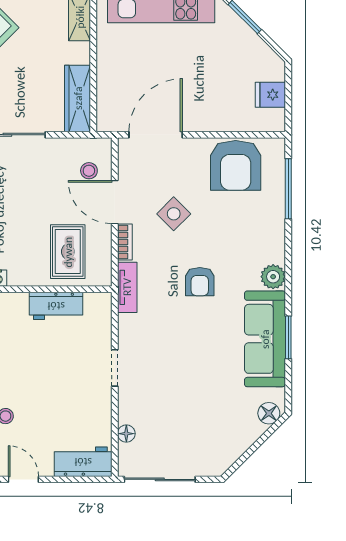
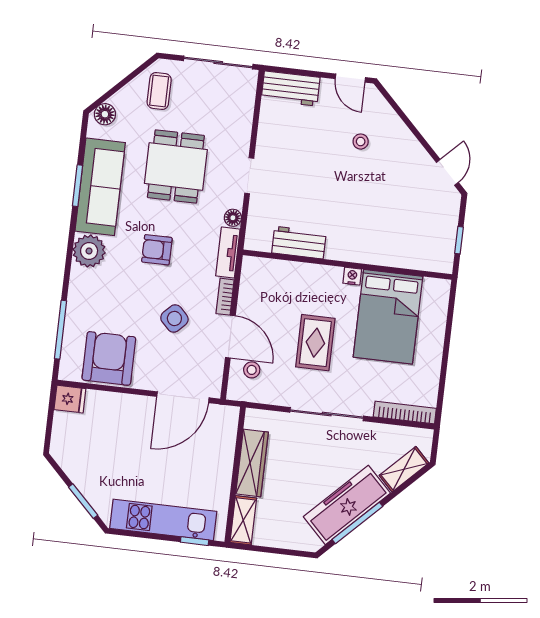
fridge: (270, 95) -> (70, 399), moved
wardrobe: (78, 98) -> (252, 463), moved
rug: (68, 252) -> (315, 343), moved
plant: (273, 277) -> (89, 251), width x1.36, depth x1.36
armchair: (200, 282) -> (157, 250), turned -90
dining table: (190, 369) -> (176, 166), added
floor lamp: (126, 434) -> (233, 218), moved
coffee table: (216, 443) -> (159, 91), added

